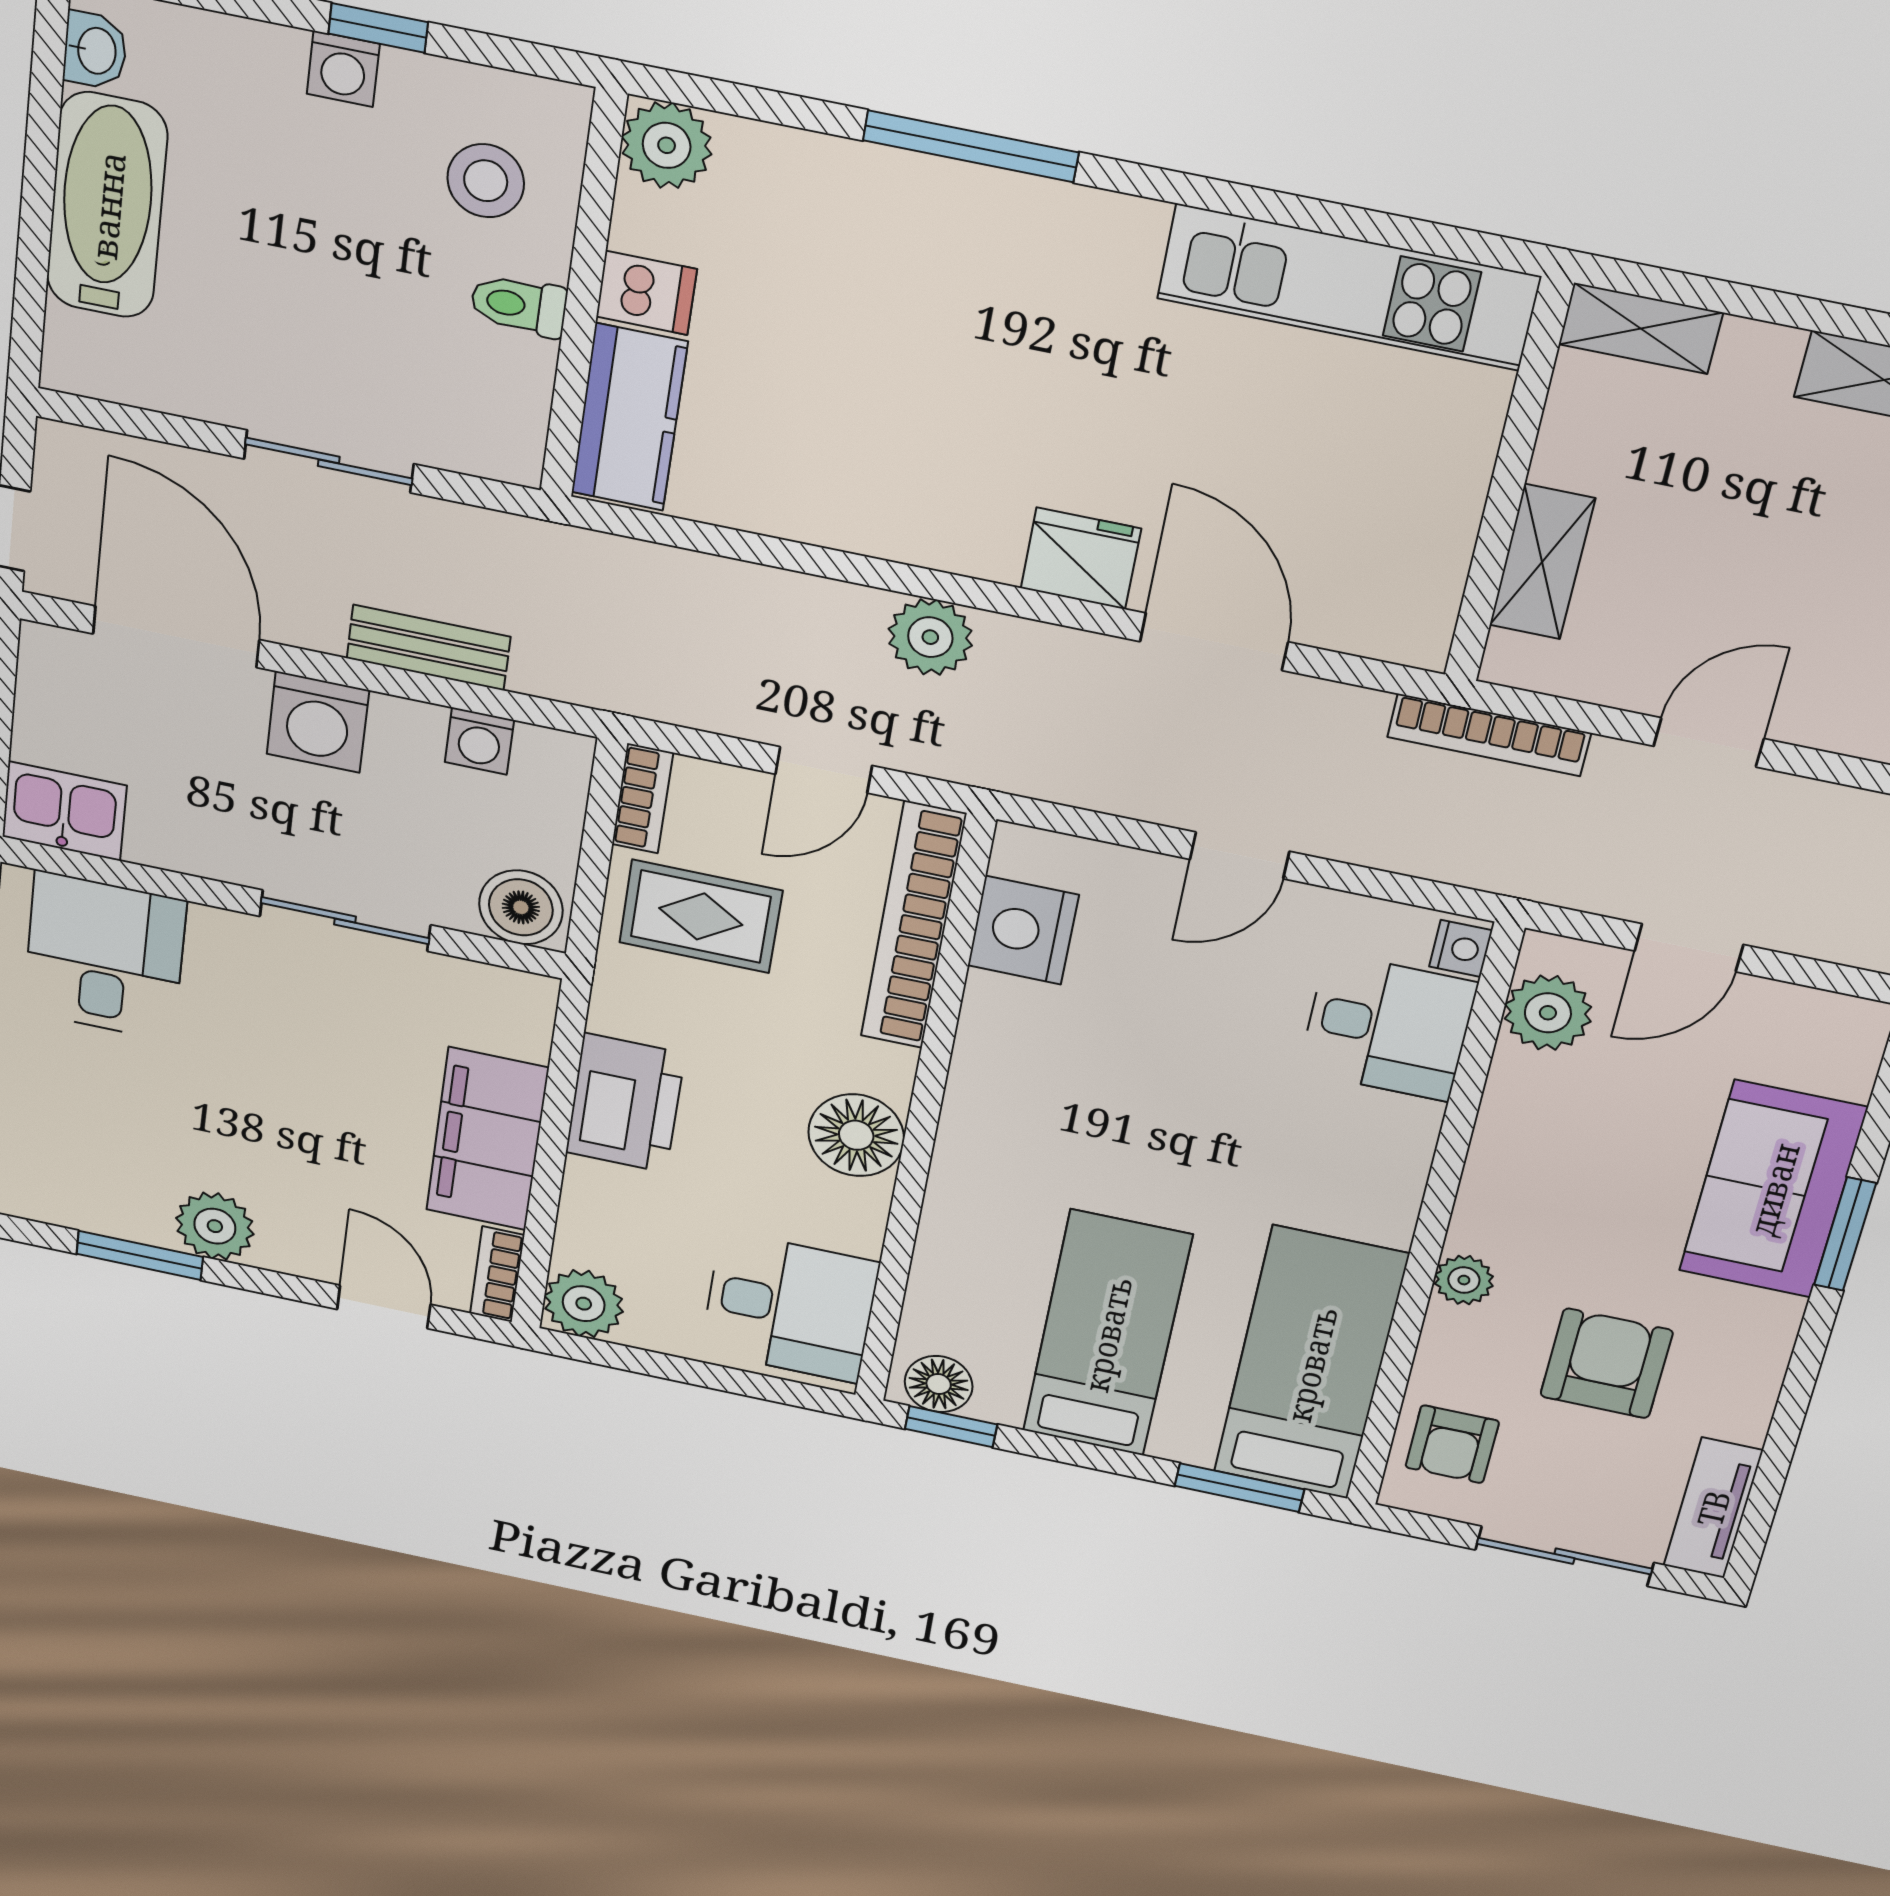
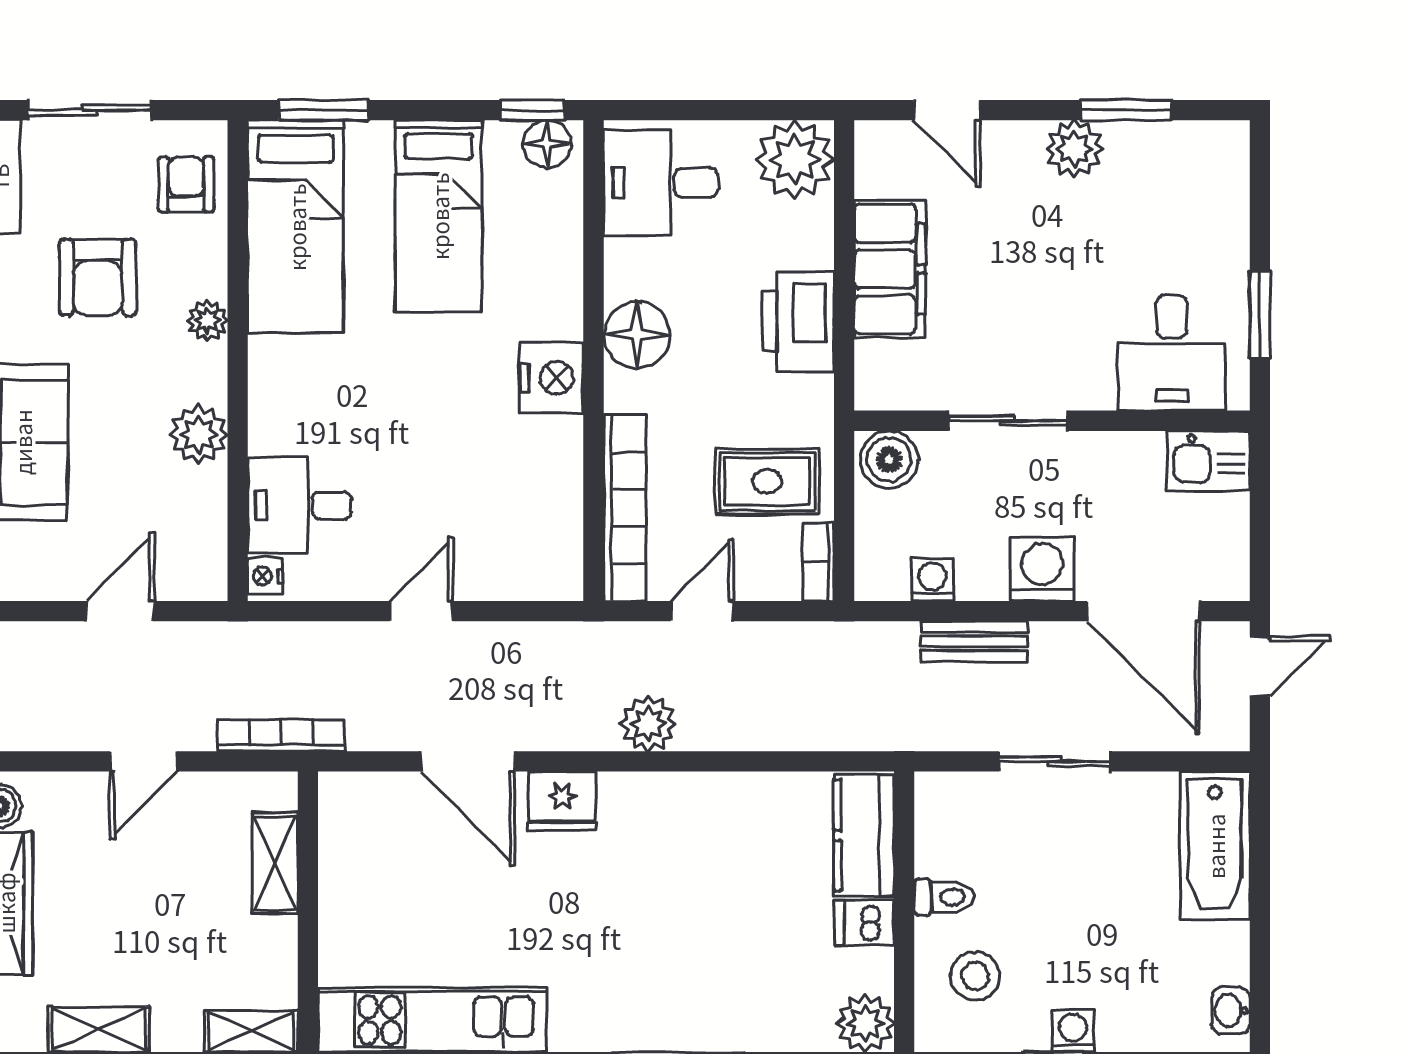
bathtub: (107, 205) -> (1215, 846), moved
nightstand: (1023, 930) -> (552, 378), moved
plant: (1548, 1013) -> (199, 434), moved
bookcase: (497, 1274) -> (869, 158), removed
plant: (584, 1304) -> (795, 159), width x1.36, depth x1.36

